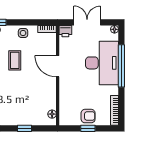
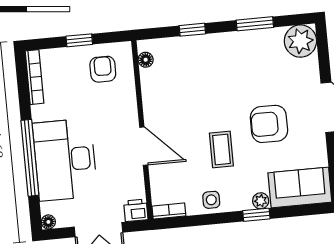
armchair: (88, 116) -> (103, 69), moved, turned 90

